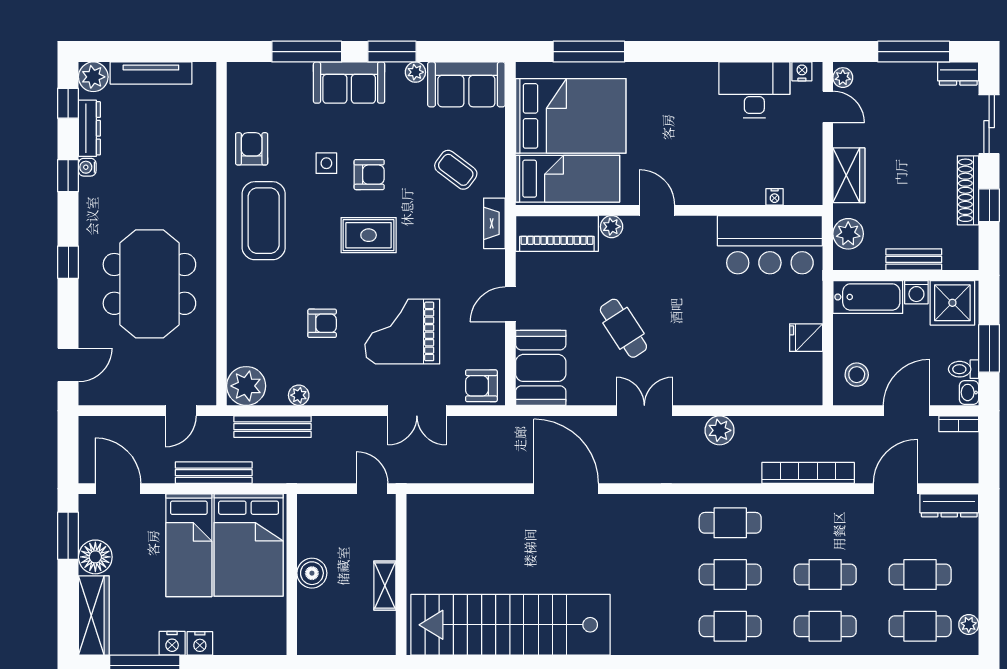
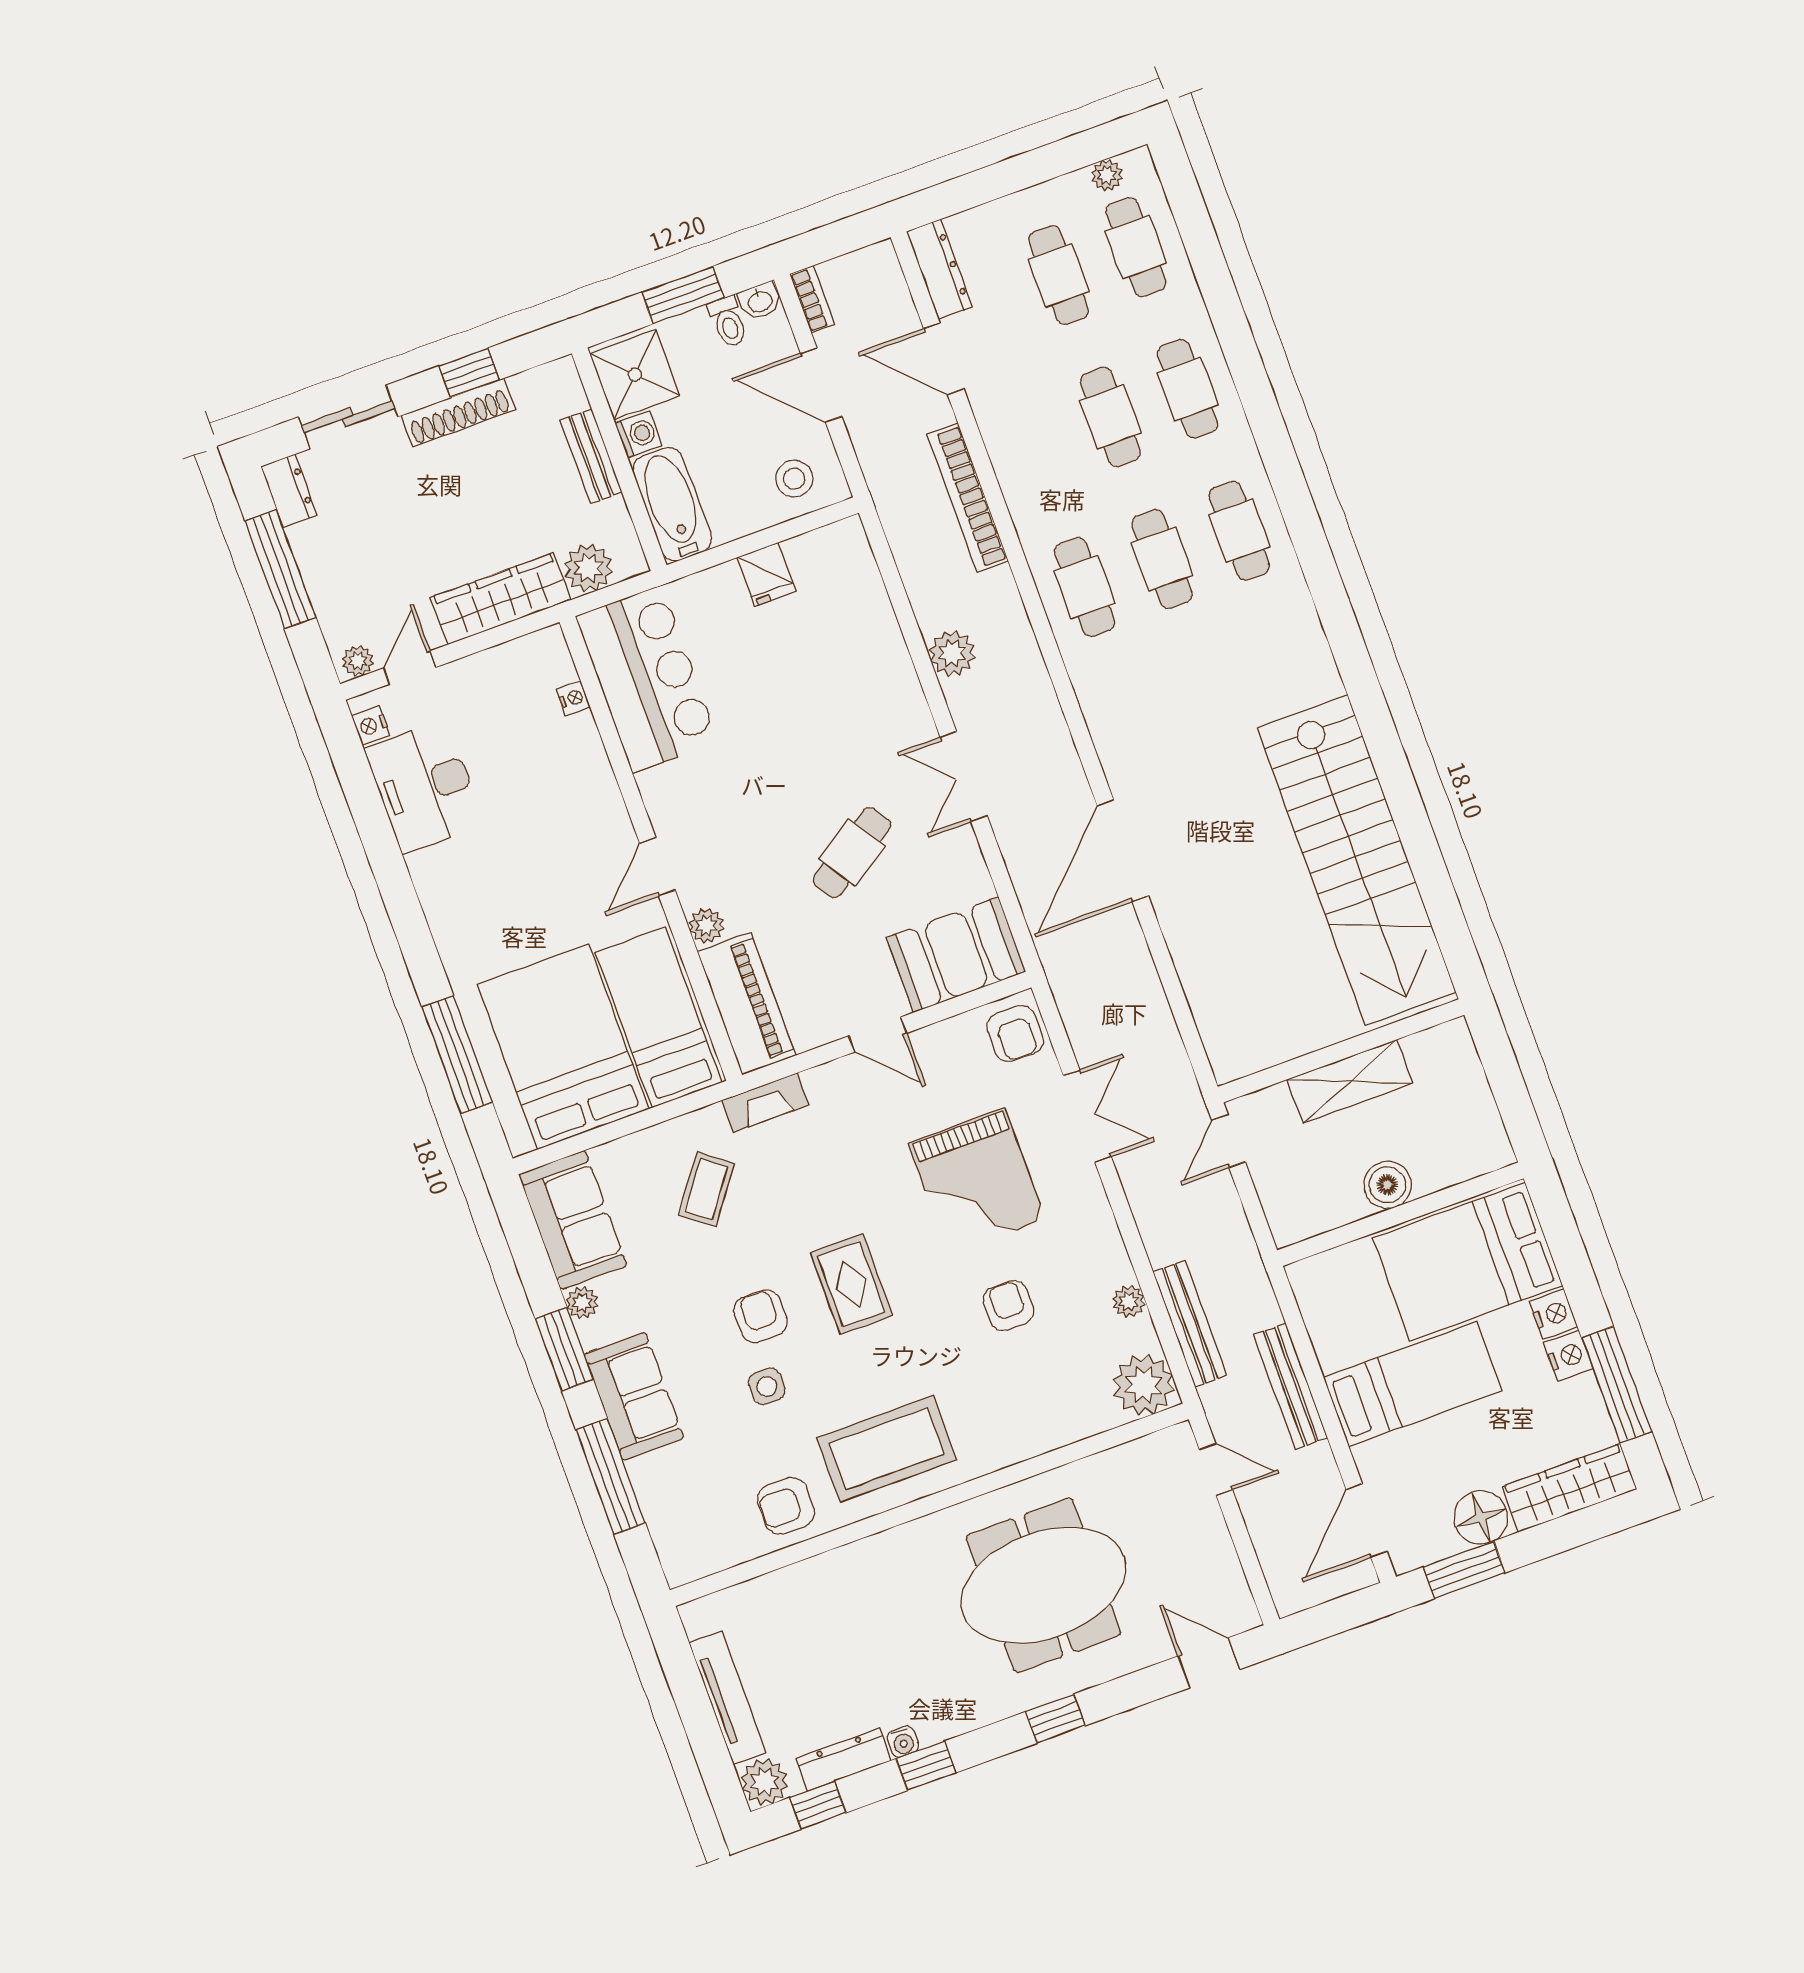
wardrobe: (849, 175) -> (501, 599), width x1.50
bed: (249, 545) -> (1468, 1262), moved, turned 180
shelving: (385, 586) -> (1350, 1081), width x1.50, depth x1.33

